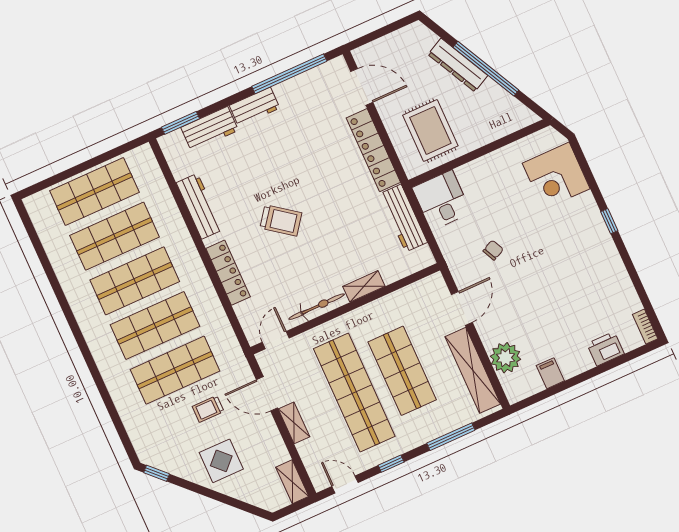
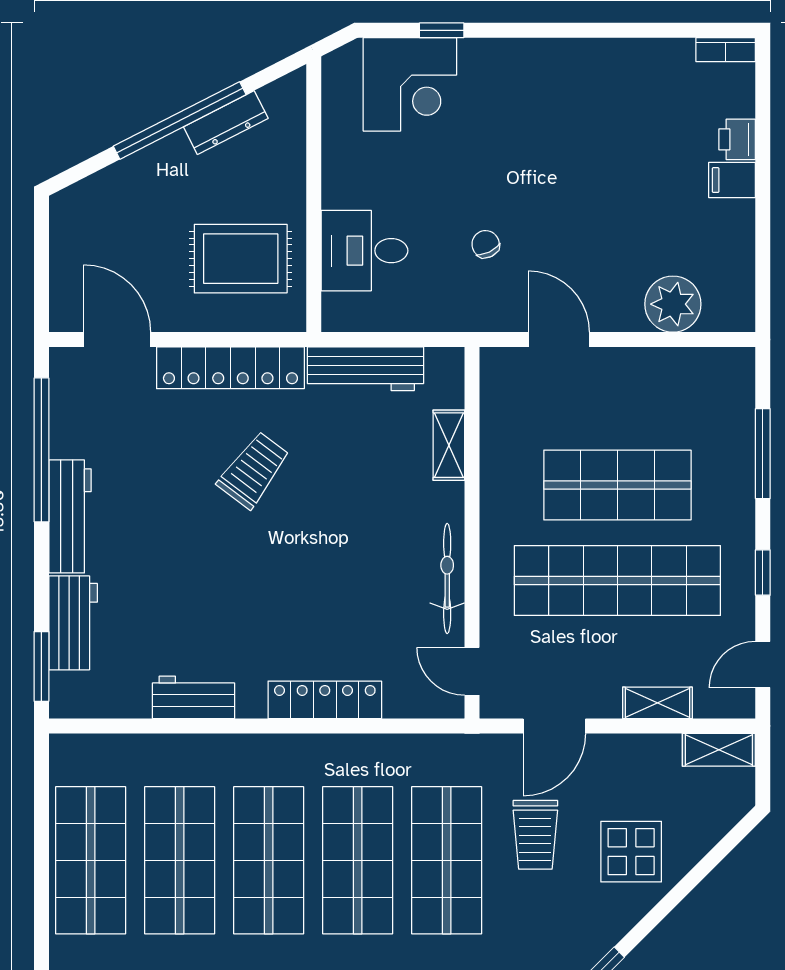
dresser: (458, 65) -> (226, 123), moved, width x0.73, depth x0.80
door: (362, 87) -> (117, 340), hinge flipped
workbench: (255, 107) -> (70, 516), width x1.37
desk: (442, 200) -> (364, 251), moved
workbench: (200, 206) -> (194, 697), width x0.73
trolley: (281, 220) -> (254, 470), moved
window: (609, 221) -> (442, 30), moved
shelving: (364, 286) -> (449, 445), moved
printer: (605, 349) -> (737, 139), width x0.73, depth x0.81
shelving: (473, 370) -> (669, 368), removed
filing cabinet: (550, 373) -> (732, 180), moved
trolley: (208, 409) -> (535, 835), width x1.36, depth x1.39
shelving: (294, 423) -> (657, 703), moved

